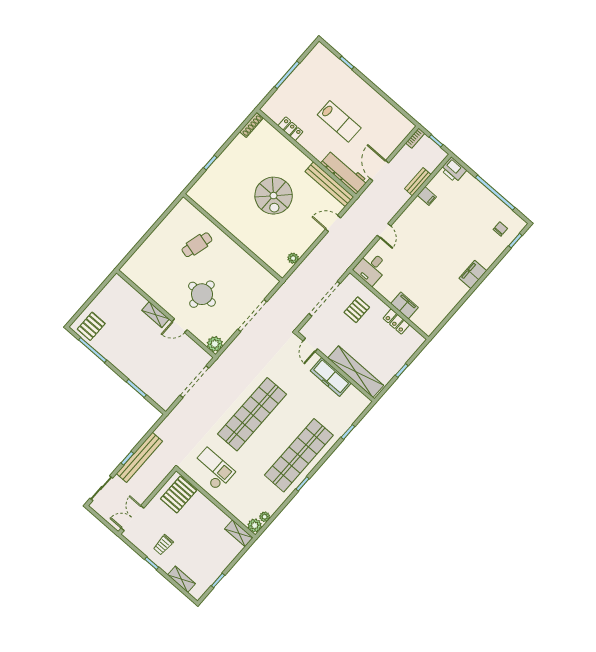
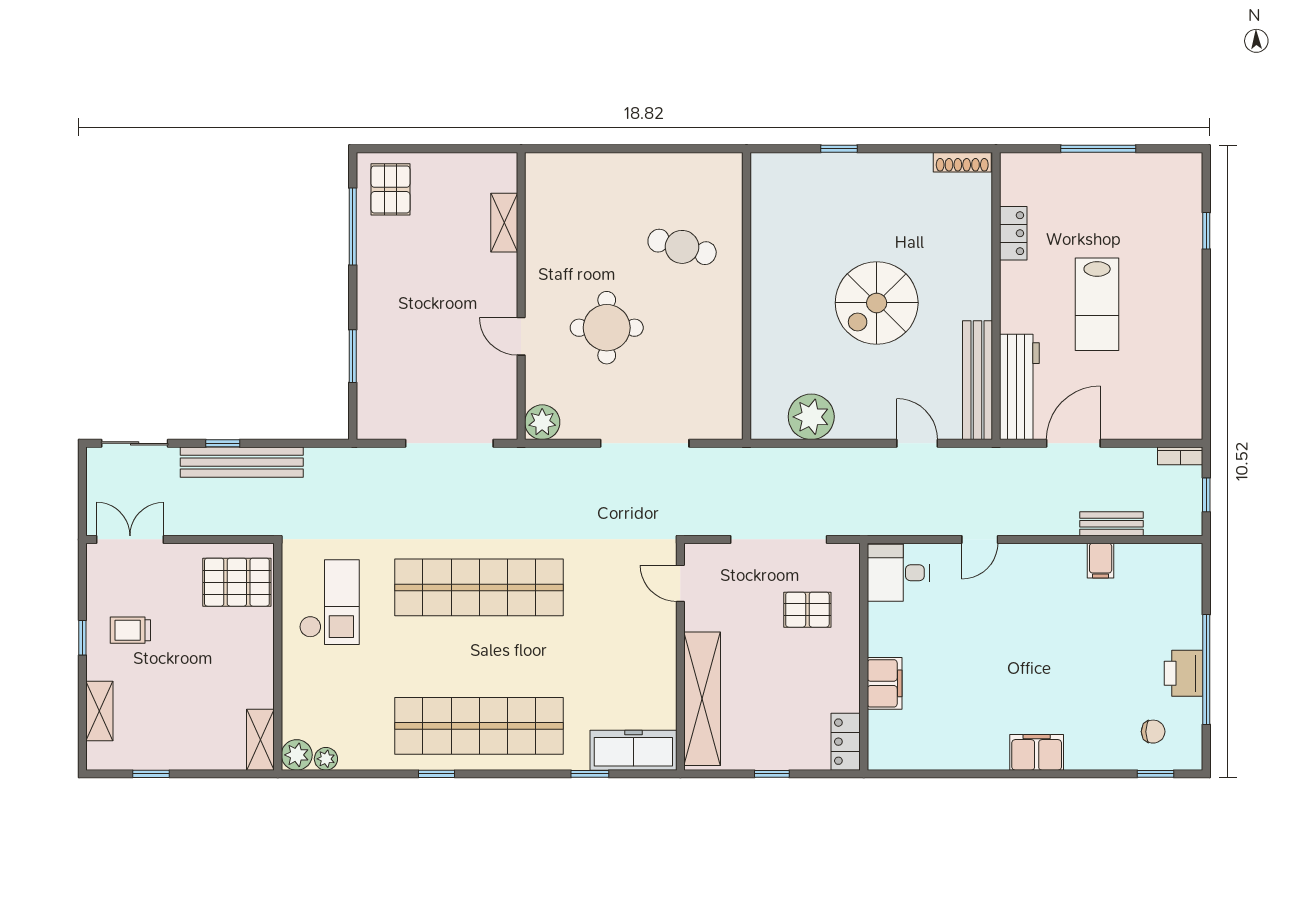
printer: (453, 170) -> (1183, 673), moved
plant: (293, 258) -> (811, 417), width x1.88, depth x1.88
shelving: (155, 315) -> (504, 223), moved
locker: (396, 322) -> (846, 742), moved
pallet: (91, 326) -> (390, 189), turned 90
door: (310, 345) -> (680, 583), hinge flipped
freezer: (331, 377) -> (633, 750), moved, turned 90

